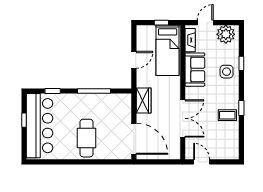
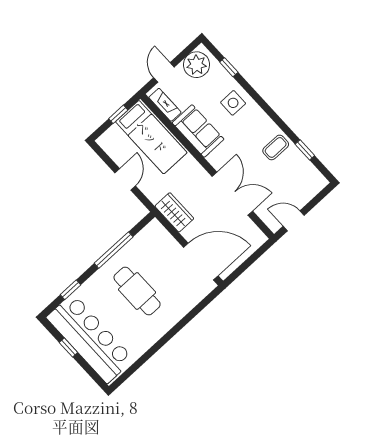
window: (241, 63) -> (229, 67), moved
window: (241, 108) -> (305, 150), moved
cafe table: (87, 138) -> (137, 291), moved

